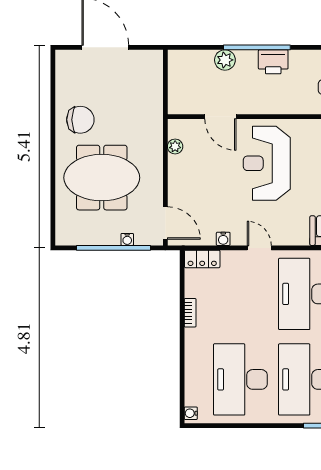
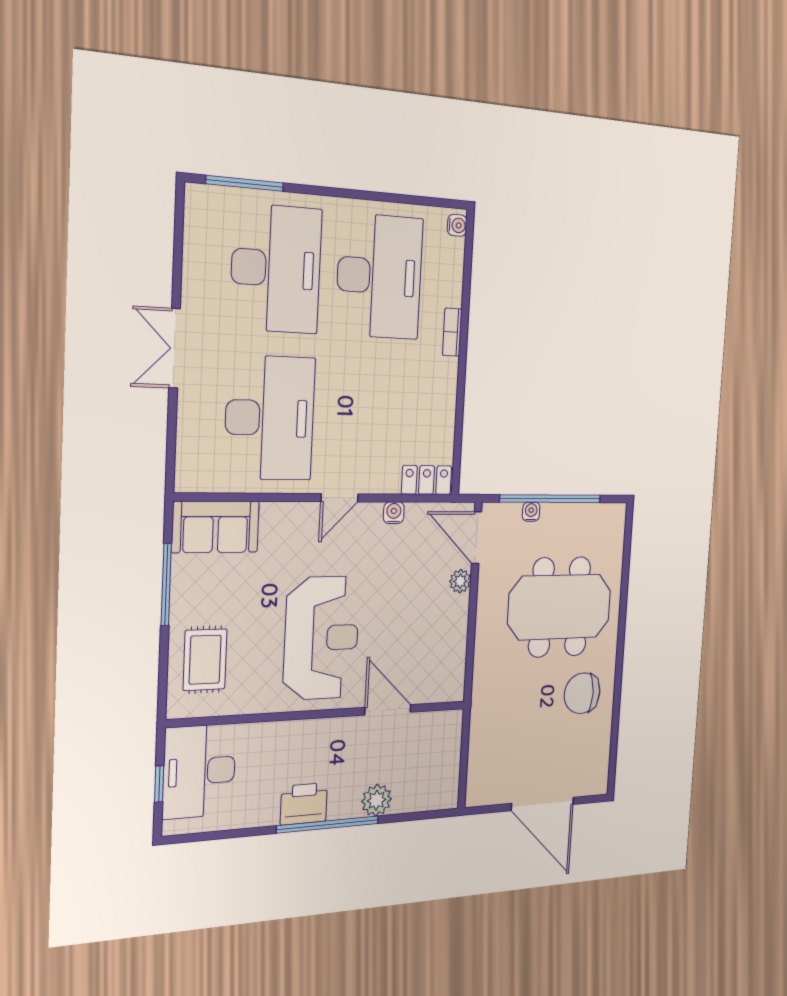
plant: (175, 146) -> (460, 581), moved
door: (259, 248) -> (340, 498), hinge flipped
bookcase: (190, 313) -> (452, 332), moved

